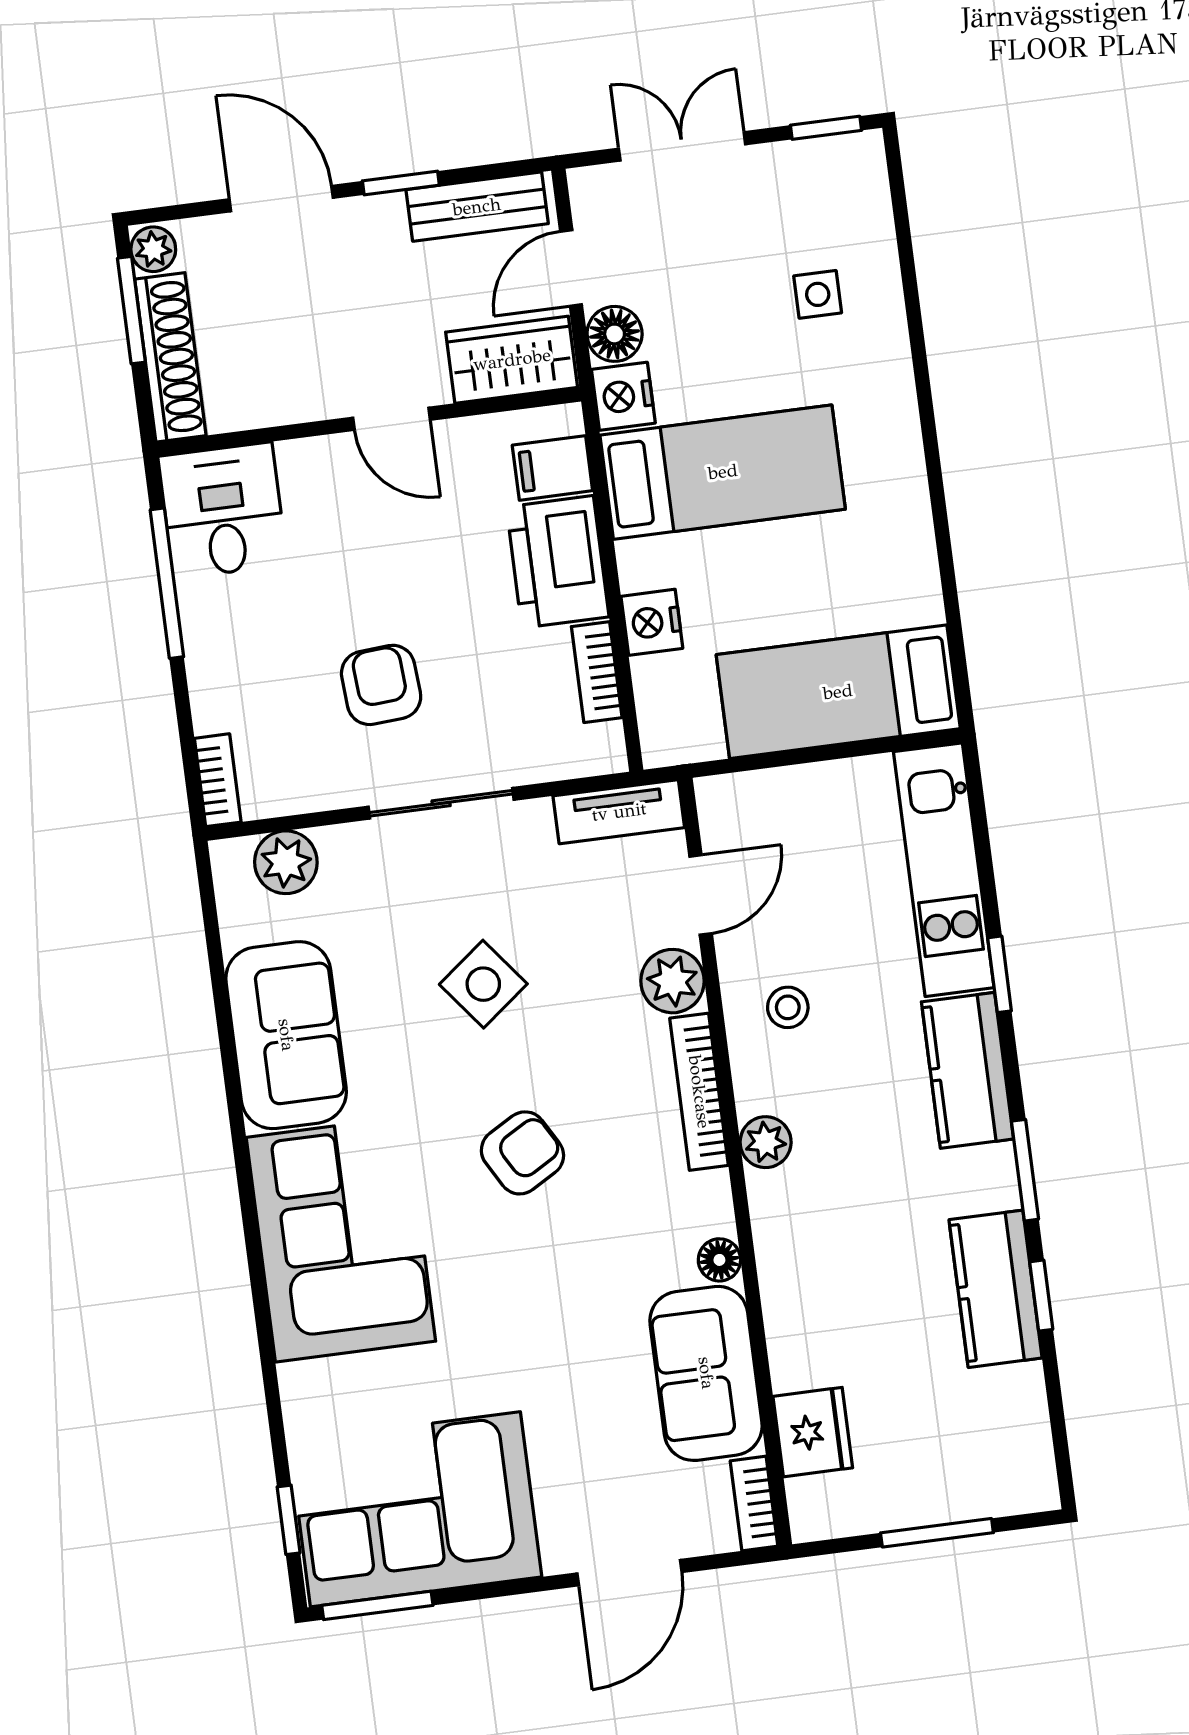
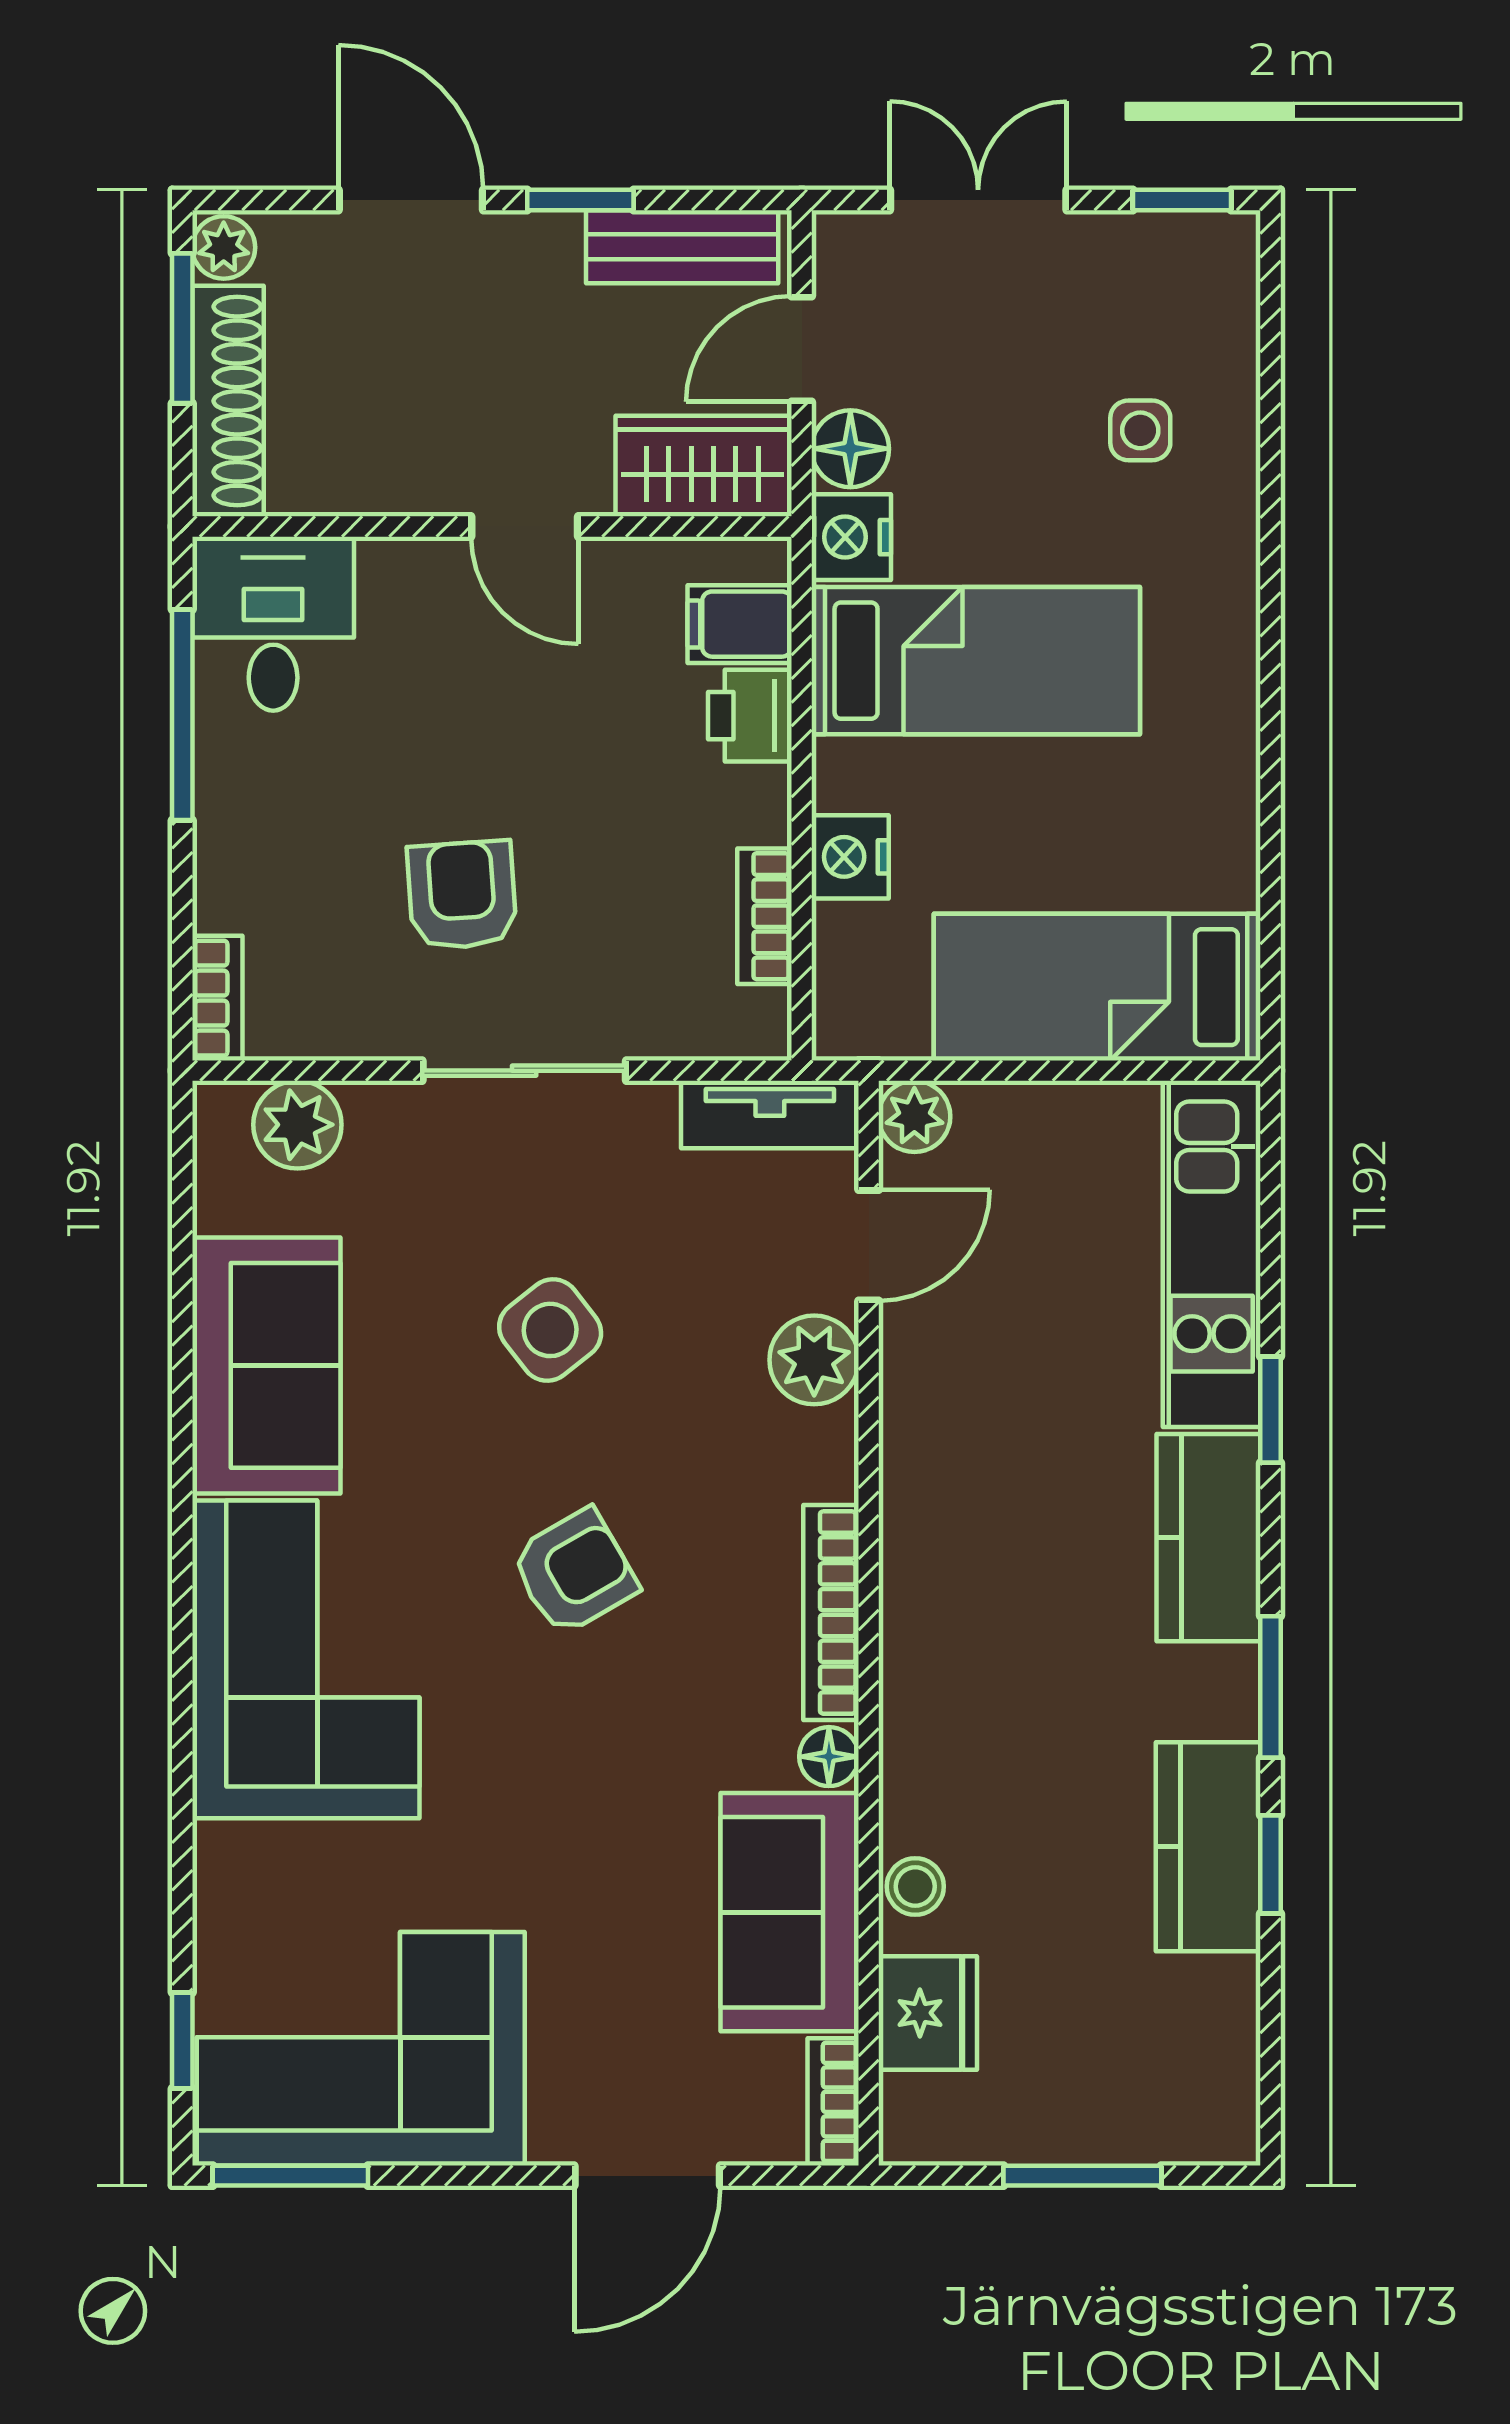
printer: (558, 562) -> (750, 716), width x0.53, depth x0.68
stool: (788, 1007) -> (915, 1886), moved
bookcase: (699, 1092) -> (831, 1613), moved
plant: (766, 1142) -> (914, 1116), moved

